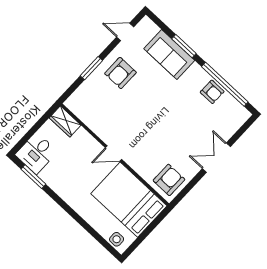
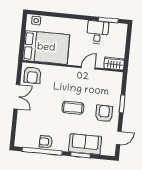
coffee table: (151, 107) -> (73, 108), added
desk: (36, 153) -> (97, 32), moved
door: (114, 153) -> (88, 68), moved
double door: (216, 158) -> (17, 97), moved

